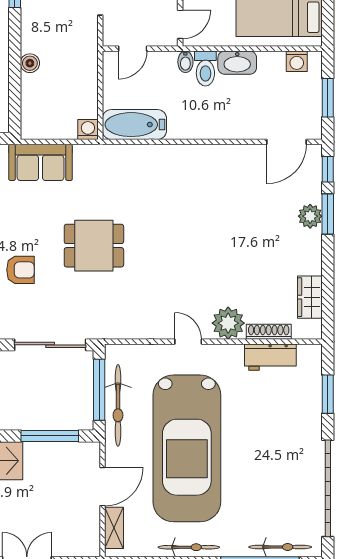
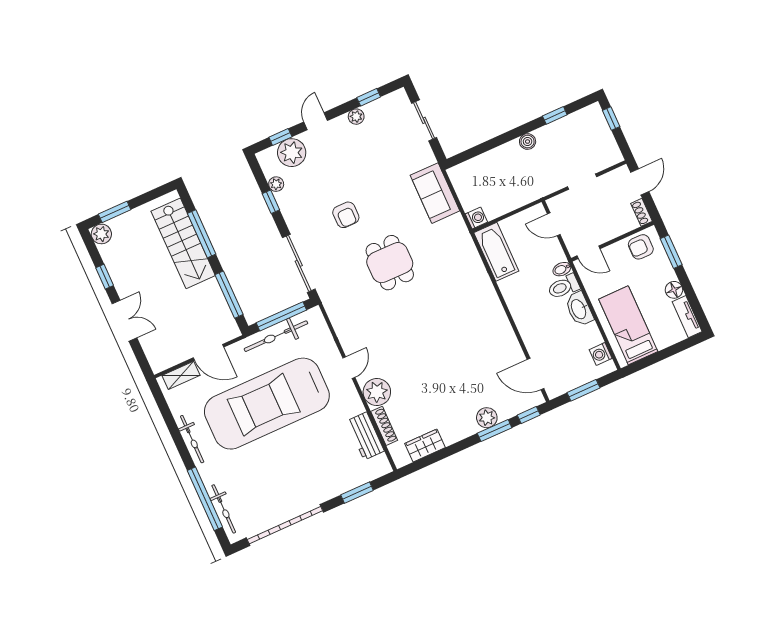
boiler: (30, 63) -> (528, 142), moved

